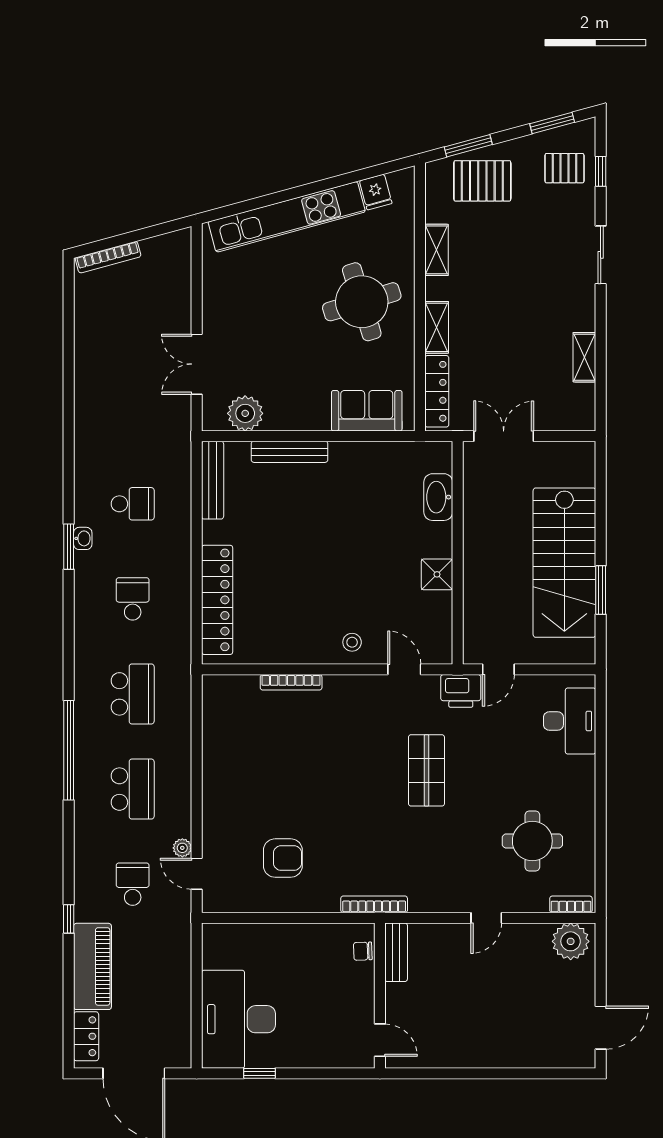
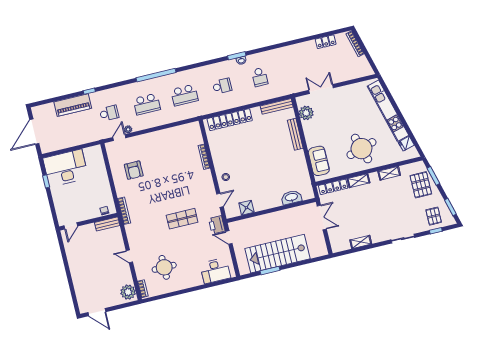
shower: (437, 574) -> (246, 208), moved
locker: (86, 1036) -> (326, 42), moved

